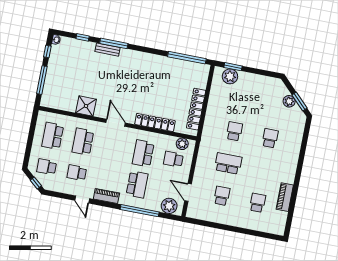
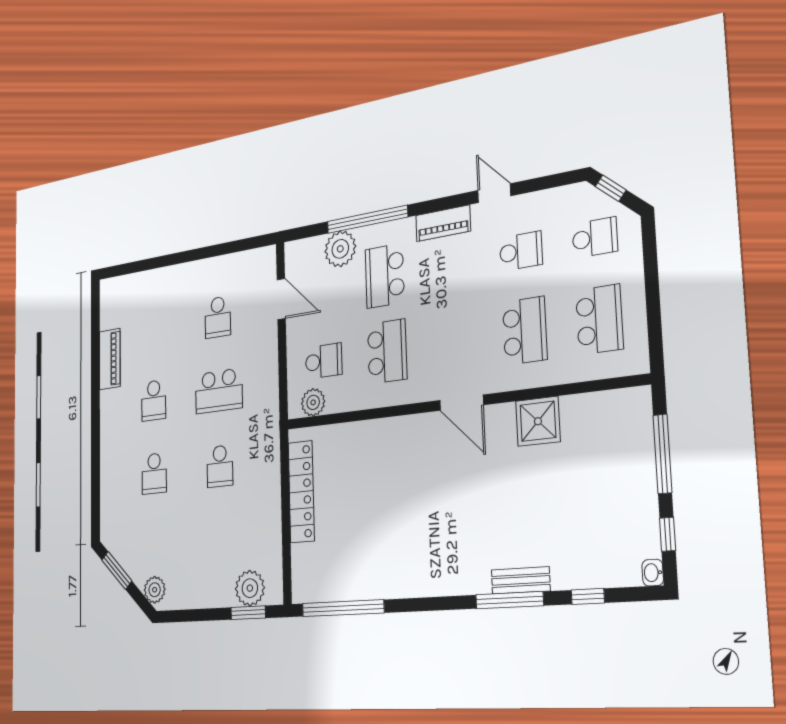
plant: (289, 101) -> (155, 590), moved
locker: (155, 123) -> (378, 432), removed
school desk: (258, 203) -> (154, 400), moved
plant: (169, 206) -> (340, 249), moved

